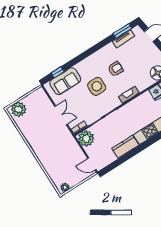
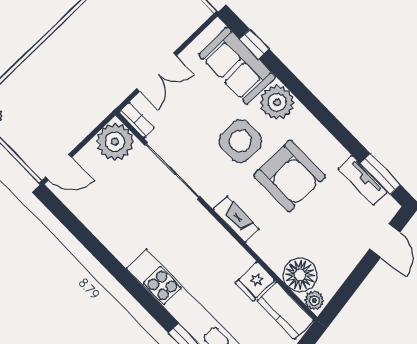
plant: (84, 68) -> (277, 102), added
armchair: (115, 69) -> (289, 176), width x1.88, depth x1.88
kitchen counter: (125, 147) -> (115, 236), removed
door: (92, 164) -> (59, 167), swing flipped

